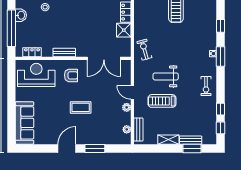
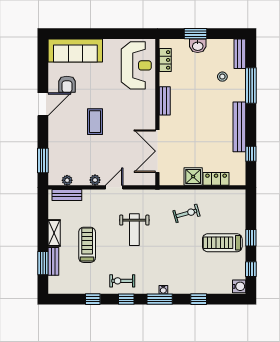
washbasin: (21, 15) -> (198, 46), moved
window: (11, 28) -> (195, 34), width x0.47
exercise bike: (144, 50) -> (186, 213), moved
armchair: (71, 75) -> (67, 84), moved
weight bench: (166, 76) -> (134, 230), turned 180
treadmill: (162, 101) -> (87, 245), moved
window: (220, 128) -> (126, 299), moved
door: (67, 148) -> (43, 104), hinge flipped
window: (95, 148) -> (43, 160), moved

